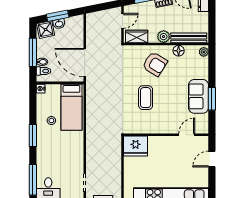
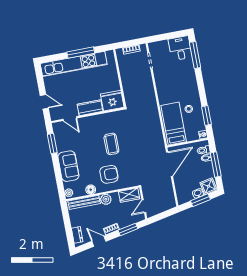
door: (85, 63) -> (169, 164), hinge flipped
armchair: (155, 64) -> (109, 174), turned 148
sofa: (199, 96) -> (68, 166), moved
window: (212, 99) -> (52, 144), moved
window: (33, 135) -> (206, 115), moved
door: (187, 135) -> (70, 119), hinge flipped
kitchen counter: (162, 143) -> (90, 108), added
door: (212, 159) -> (44, 102), hinge flipped

